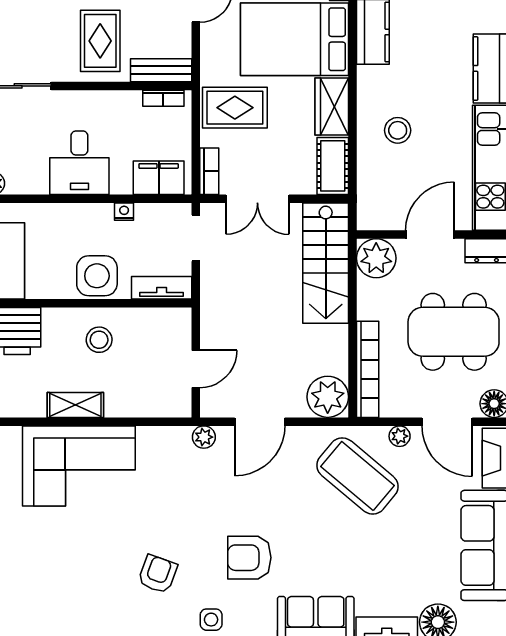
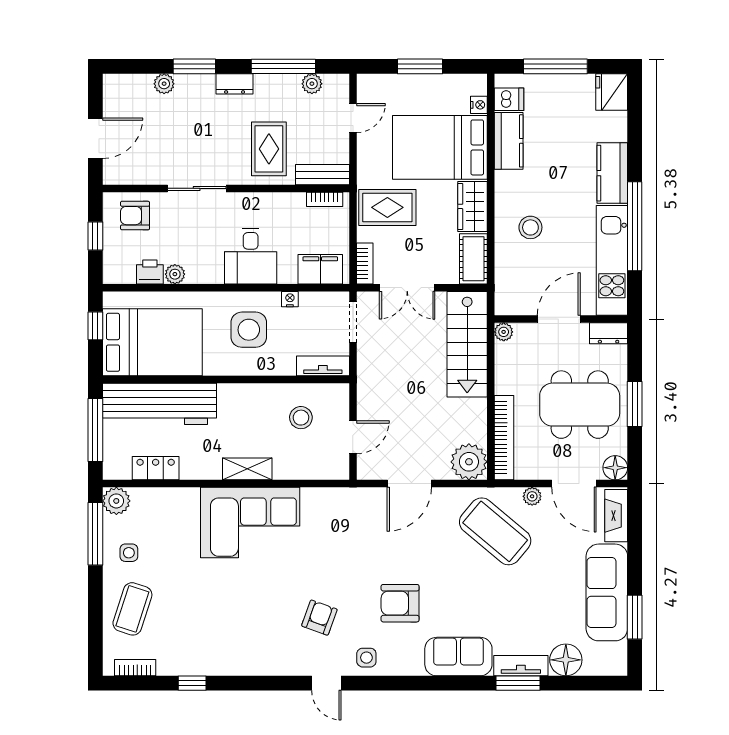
plant: (376, 258) -> (504, 332), width x0.53, depth x0.53
side table: (97, 276) -> (249, 330), moved
stool: (99, 340) -> (301, 418), moved
plant: (204, 437) -> (360, 497), removed

